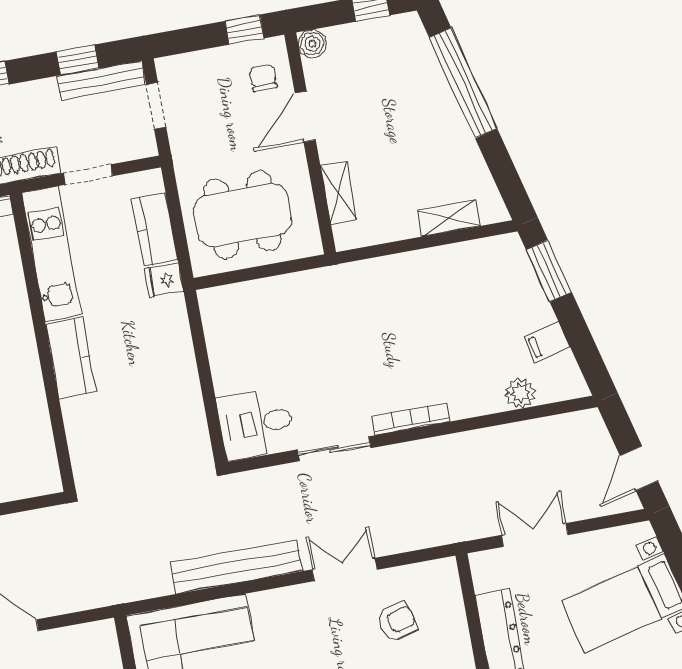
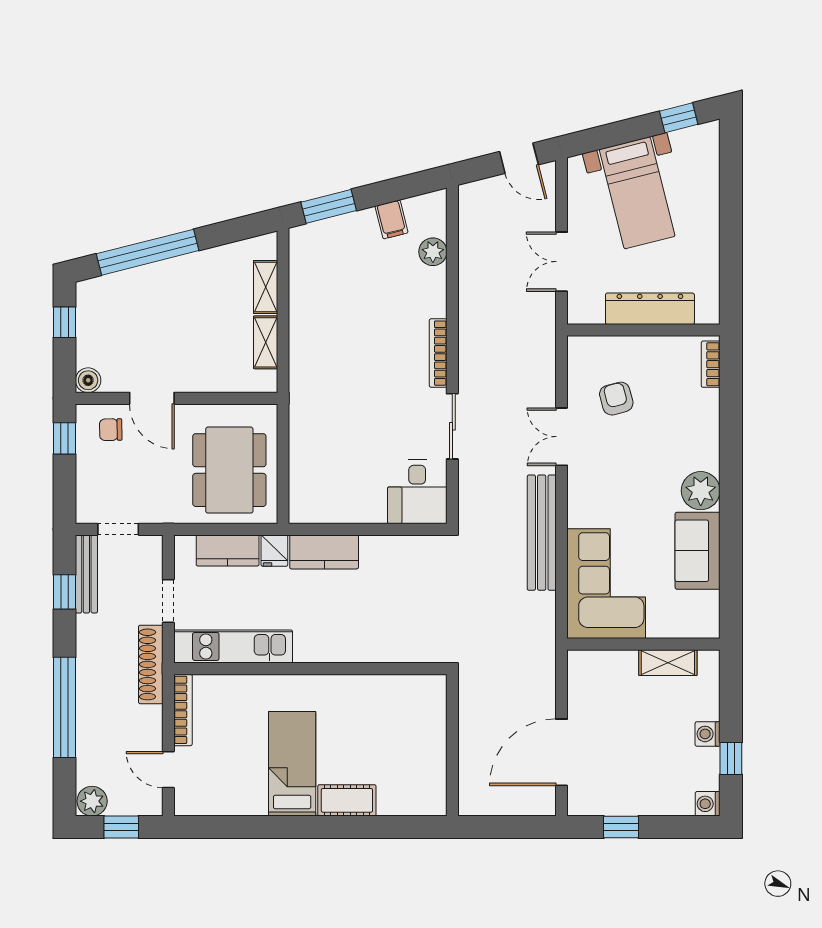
shelving: (339, 192) -> (266, 342), moved, turned 90
kitchen counter: (71, 358) -> (324, 552), moved, turned 180

